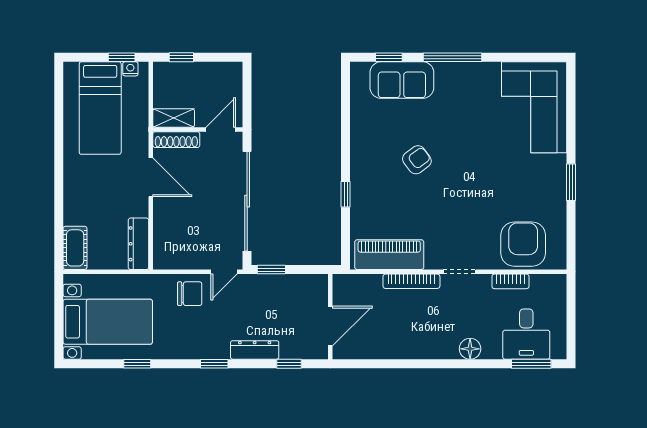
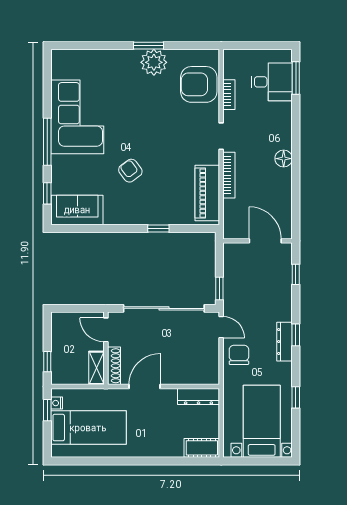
sofa: (402, 80) -> (77, 210), moved, turned -90
corner sofa: (534, 107) -> (77, 117), moved, turned -90
plant: (550, 189) -> (154, 62), added
floor lamp: (470, 349) -> (284, 159), moved
dresser: (255, 350) -> (285, 342), moved

